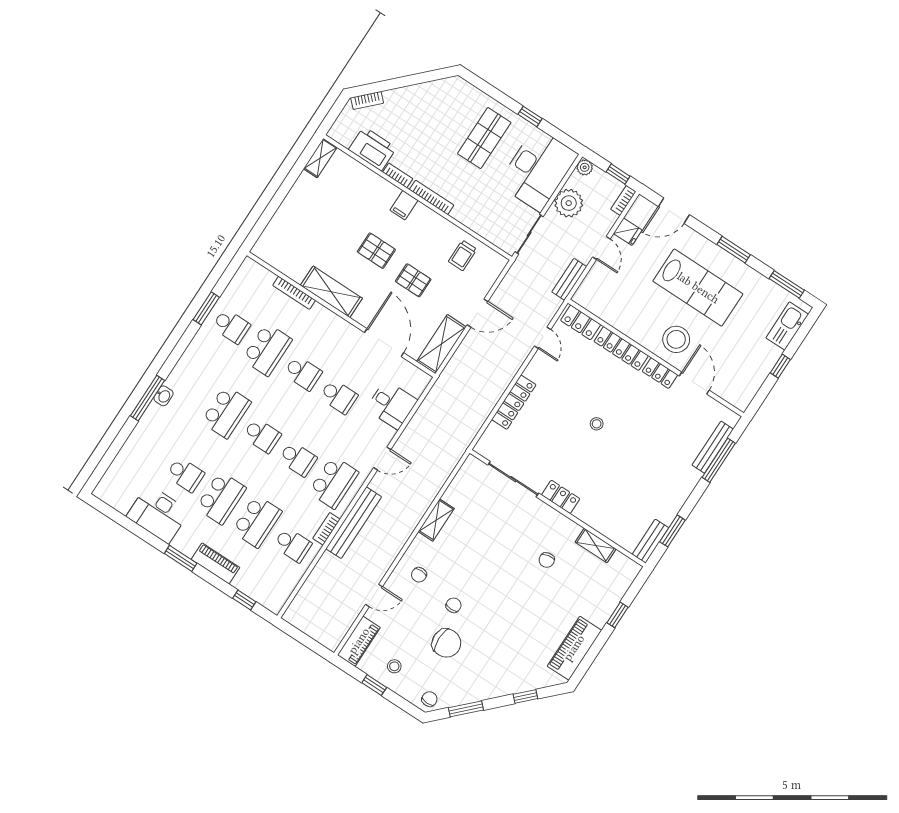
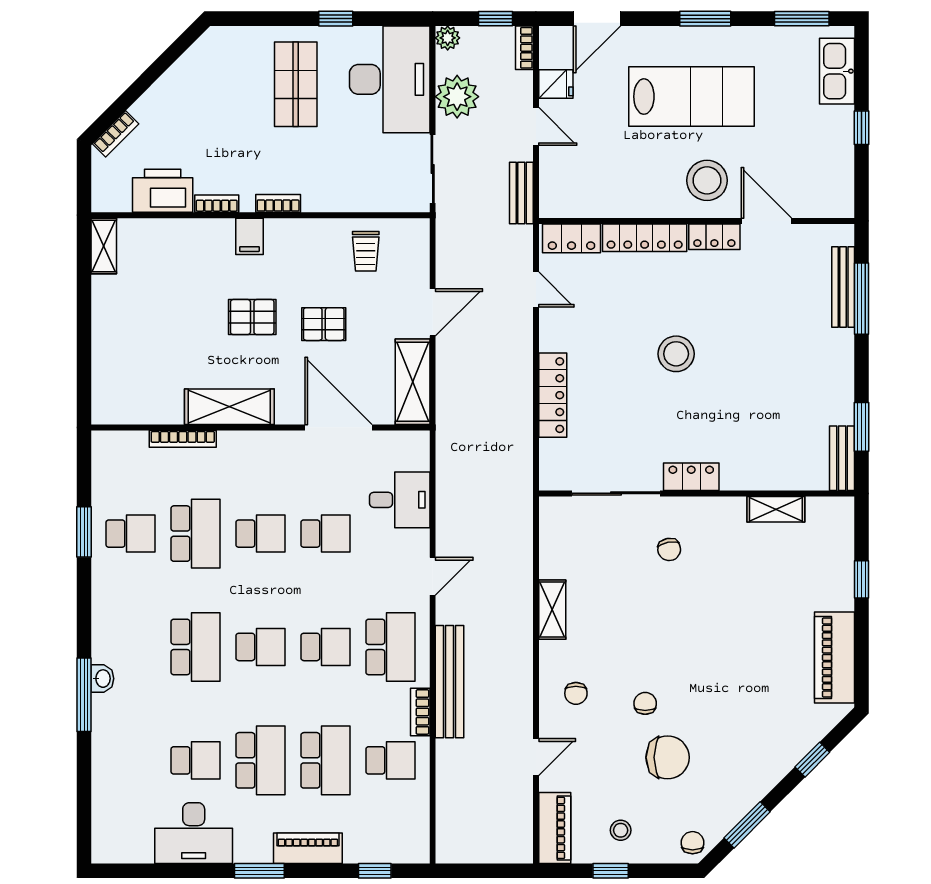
bookcase: (432, 197) -> (278, 203), width x0.64
stool: (597, 424) -> (676, 354), width x1.89, depth x1.89
chair: (547, 560) -> (669, 549), moved

